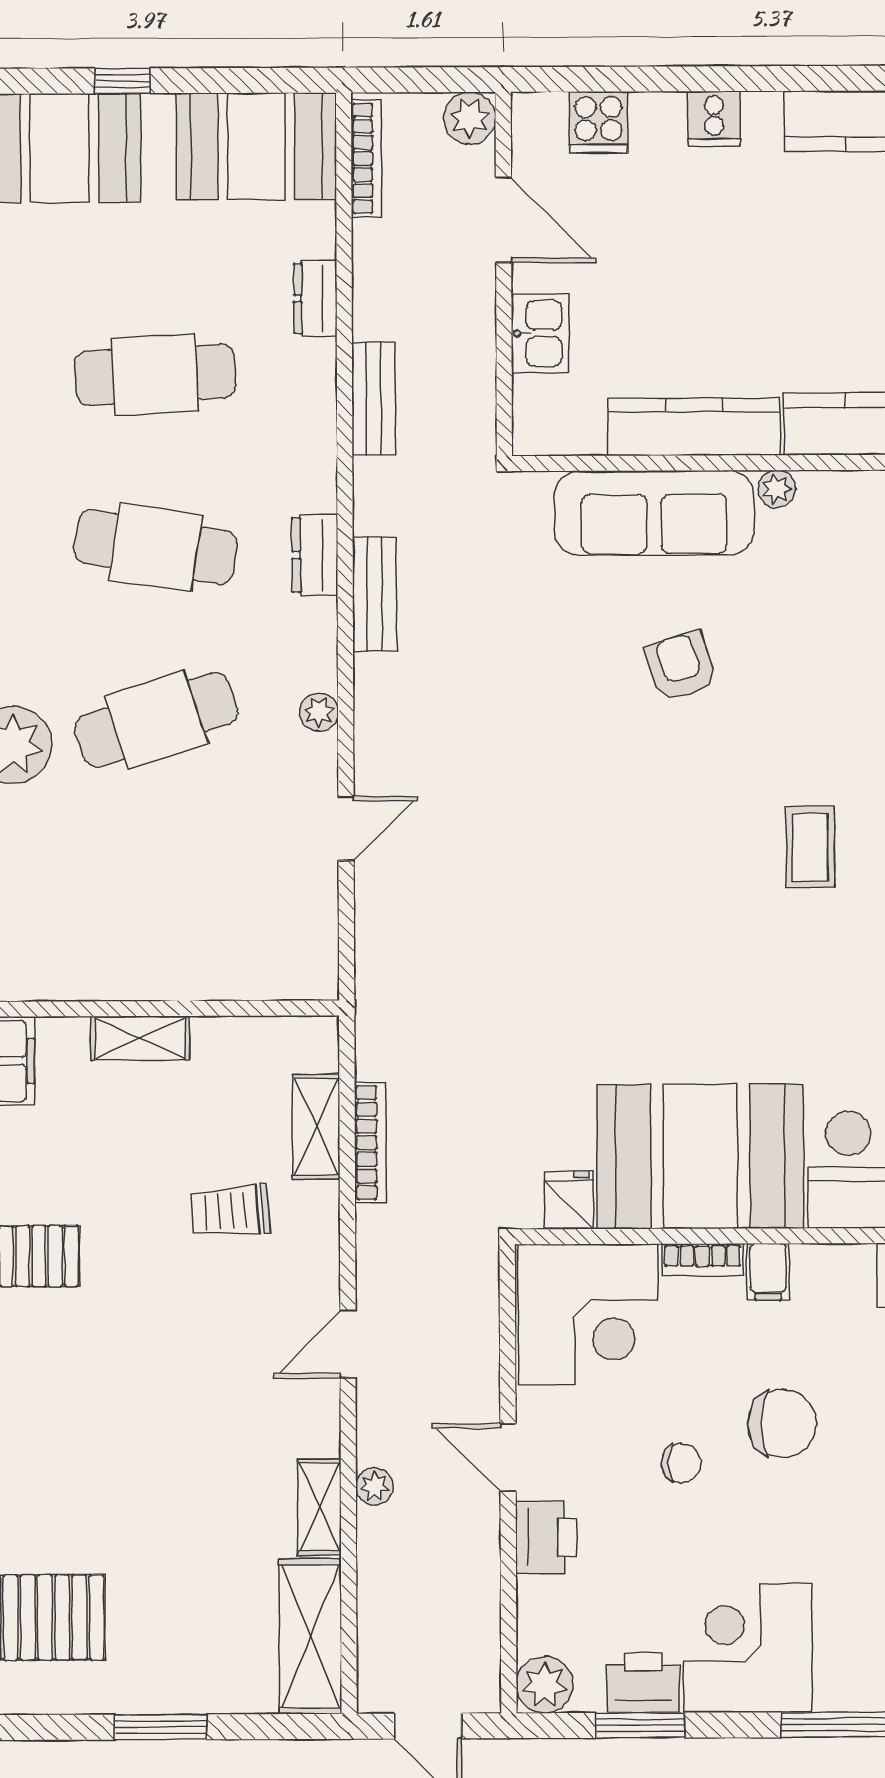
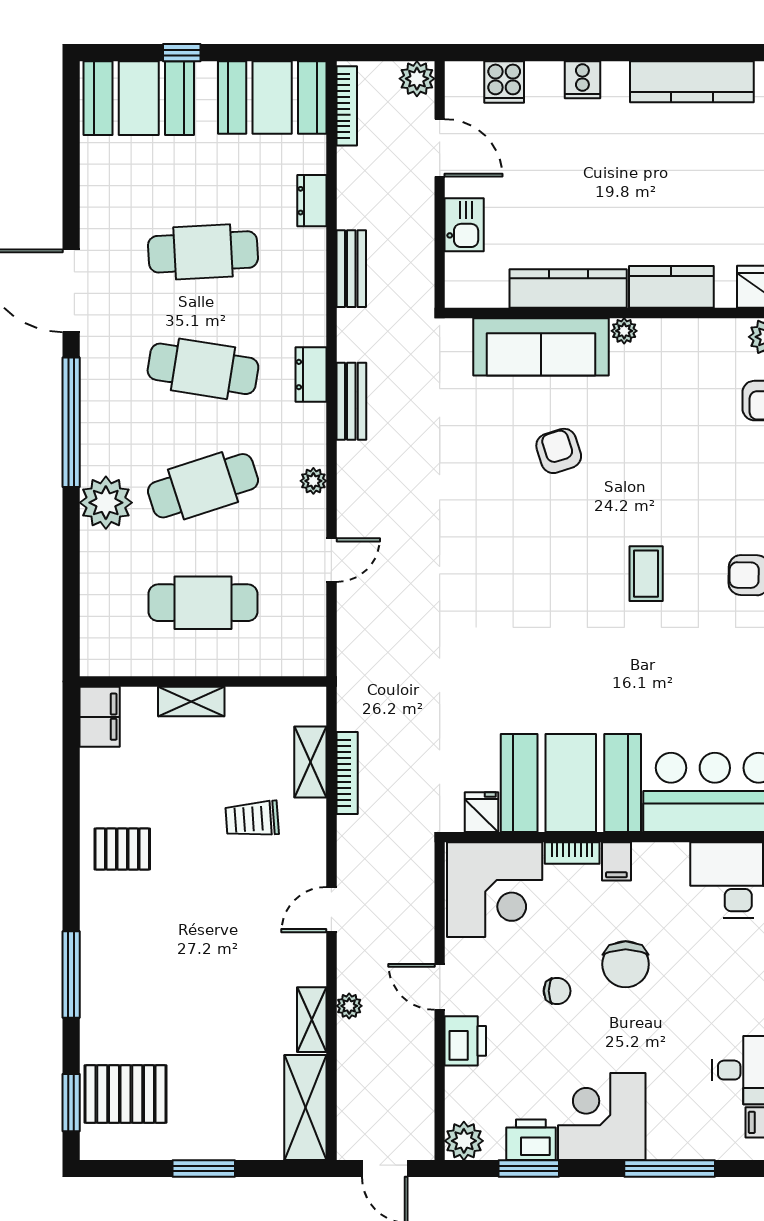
cafe table: (157, 892) -> (203, 603), added
chair: (782, 1423) -> (626, 964), turned 90

